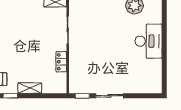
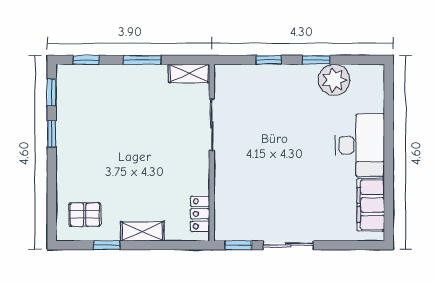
locker: (61, 62) -> (200, 214), moved
filing cabinet: (154, 74) -> (371, 205), added

